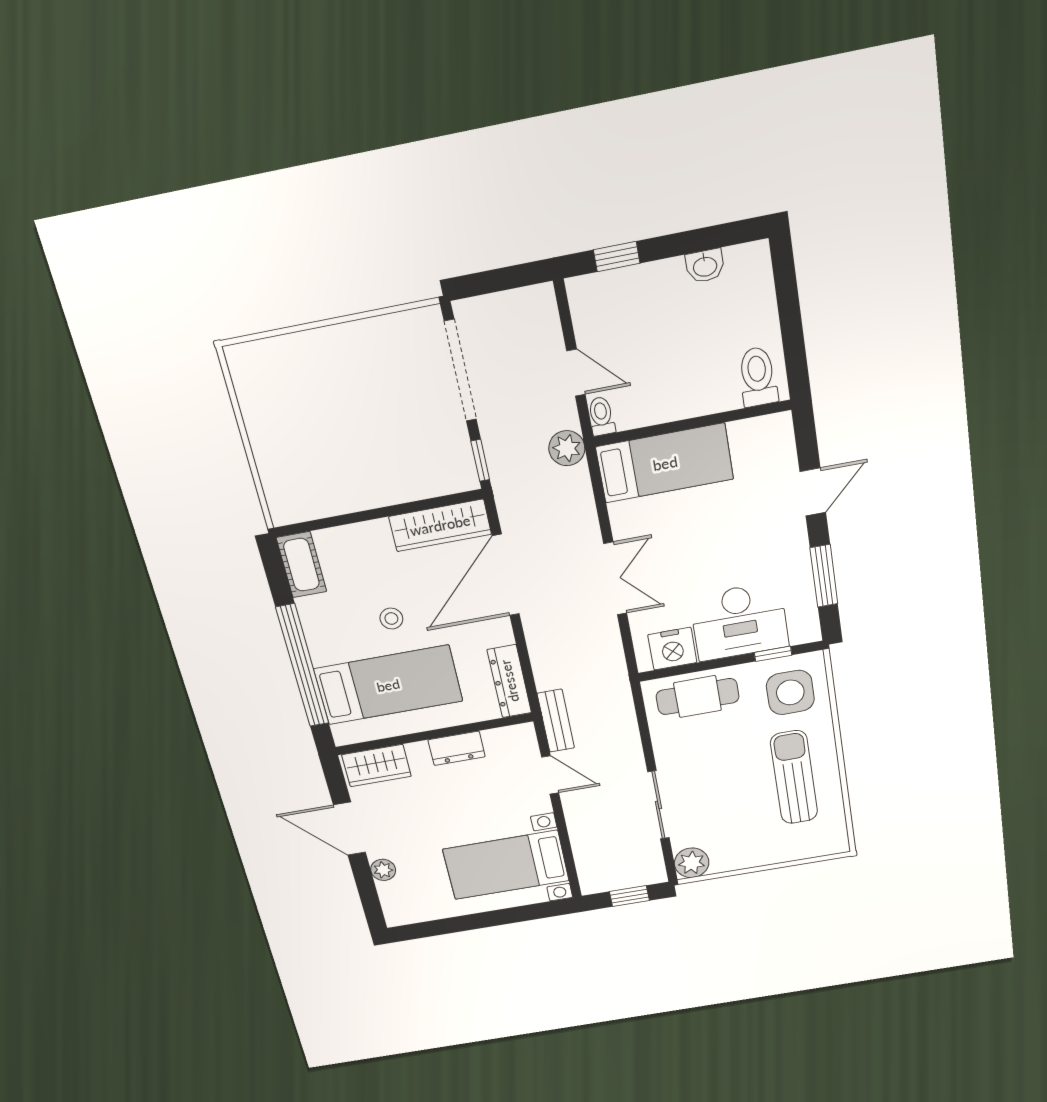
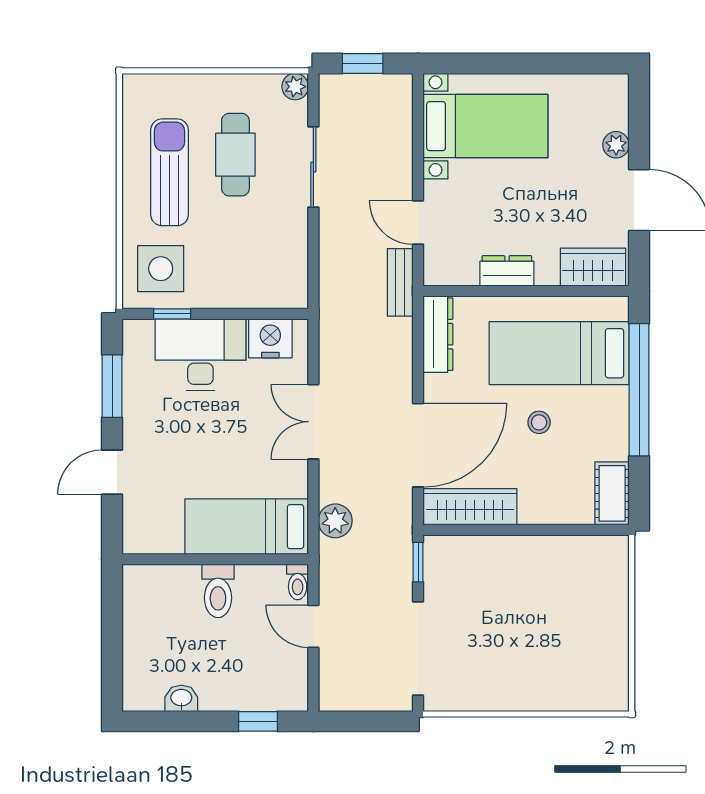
toilet: (758, 377) -> (218, 591), moved
plant: (567, 448) -> (335, 521), moved
cafe table: (698, 697) -> (235, 155), moved, turned 90
sun lounger: (794, 777) -> (170, 172), turned 180
plant: (692, 863) -> (295, 87), width x0.73, depth x0.73

